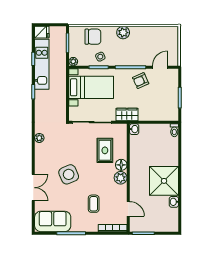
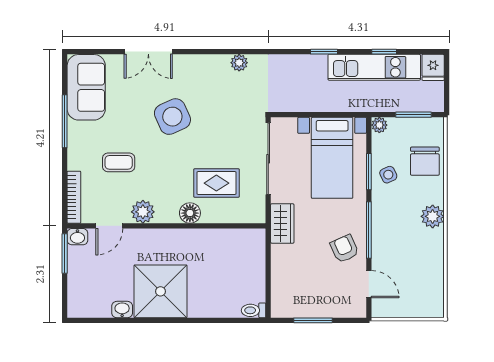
washbasin: (134, 129) -> (77, 237), moved
plant: (121, 178) -> (143, 212), moved

